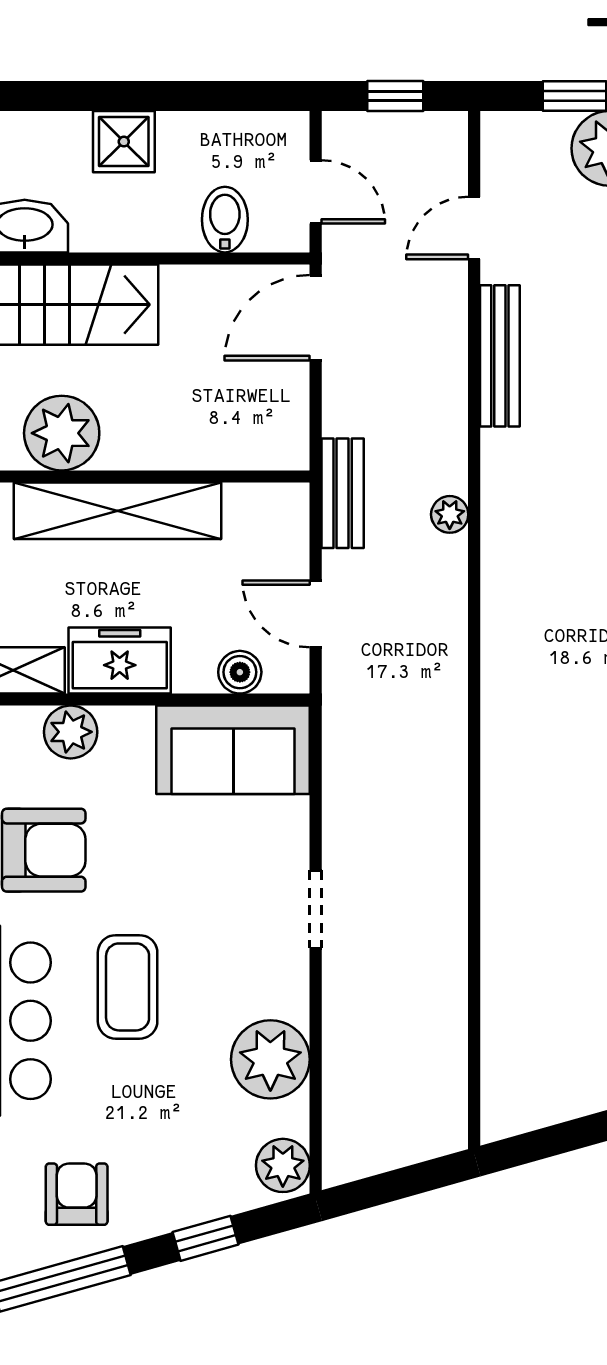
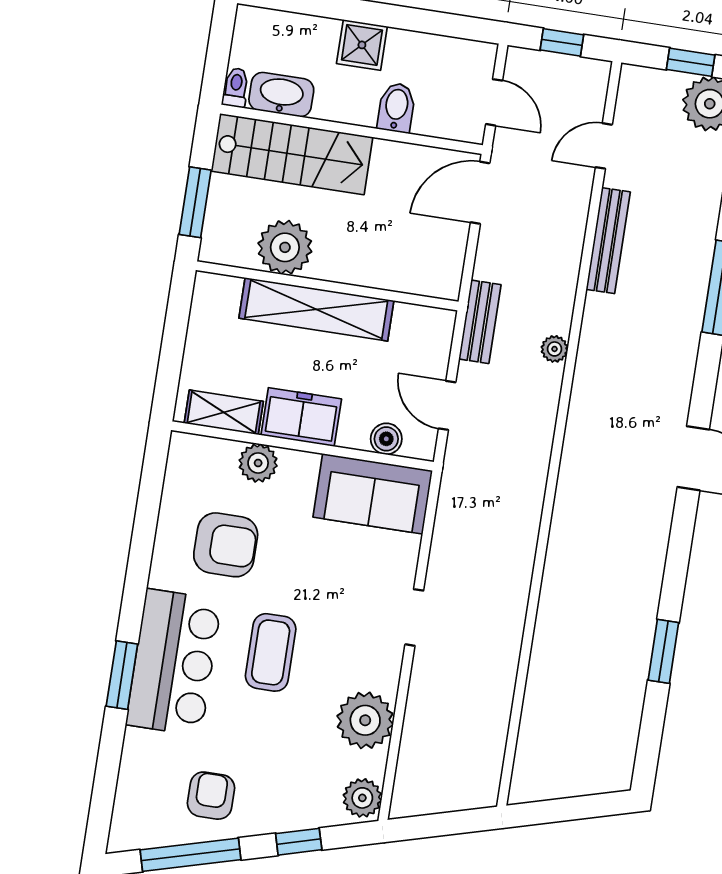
bidet: (225, 220) -> (396, 108), moved

